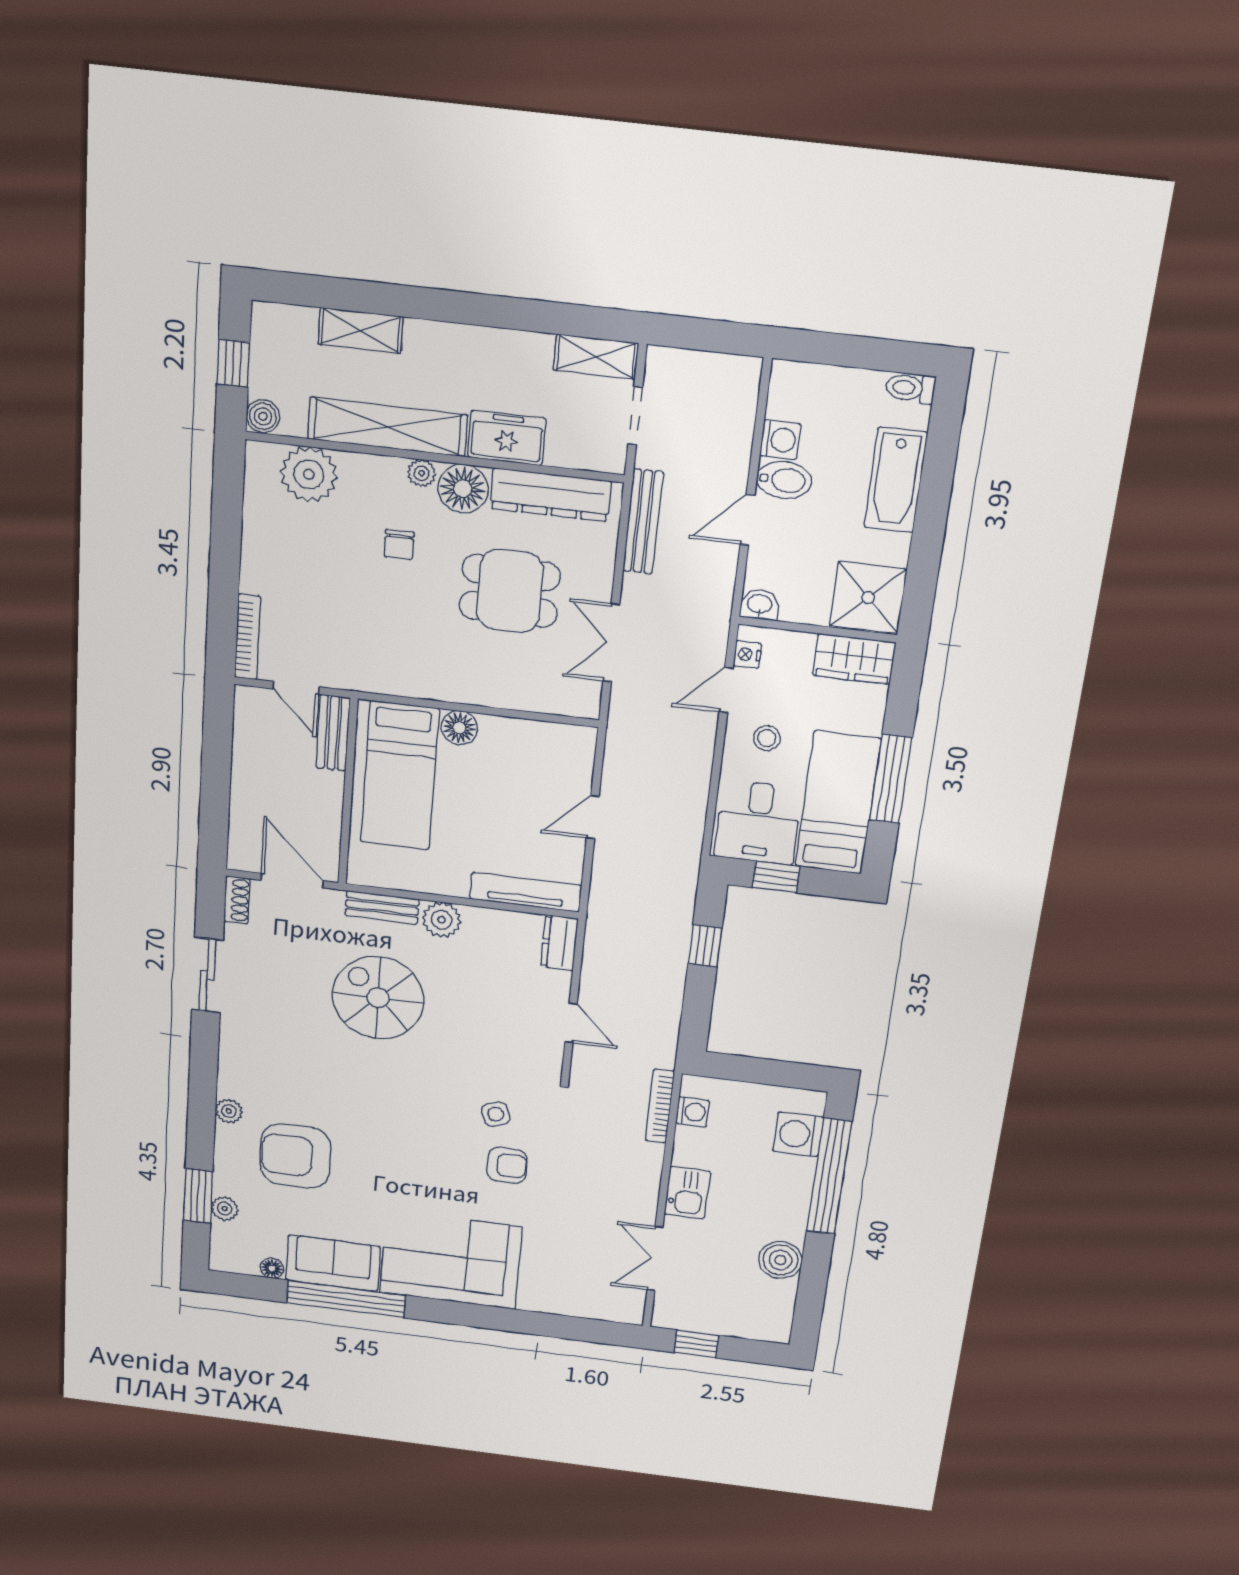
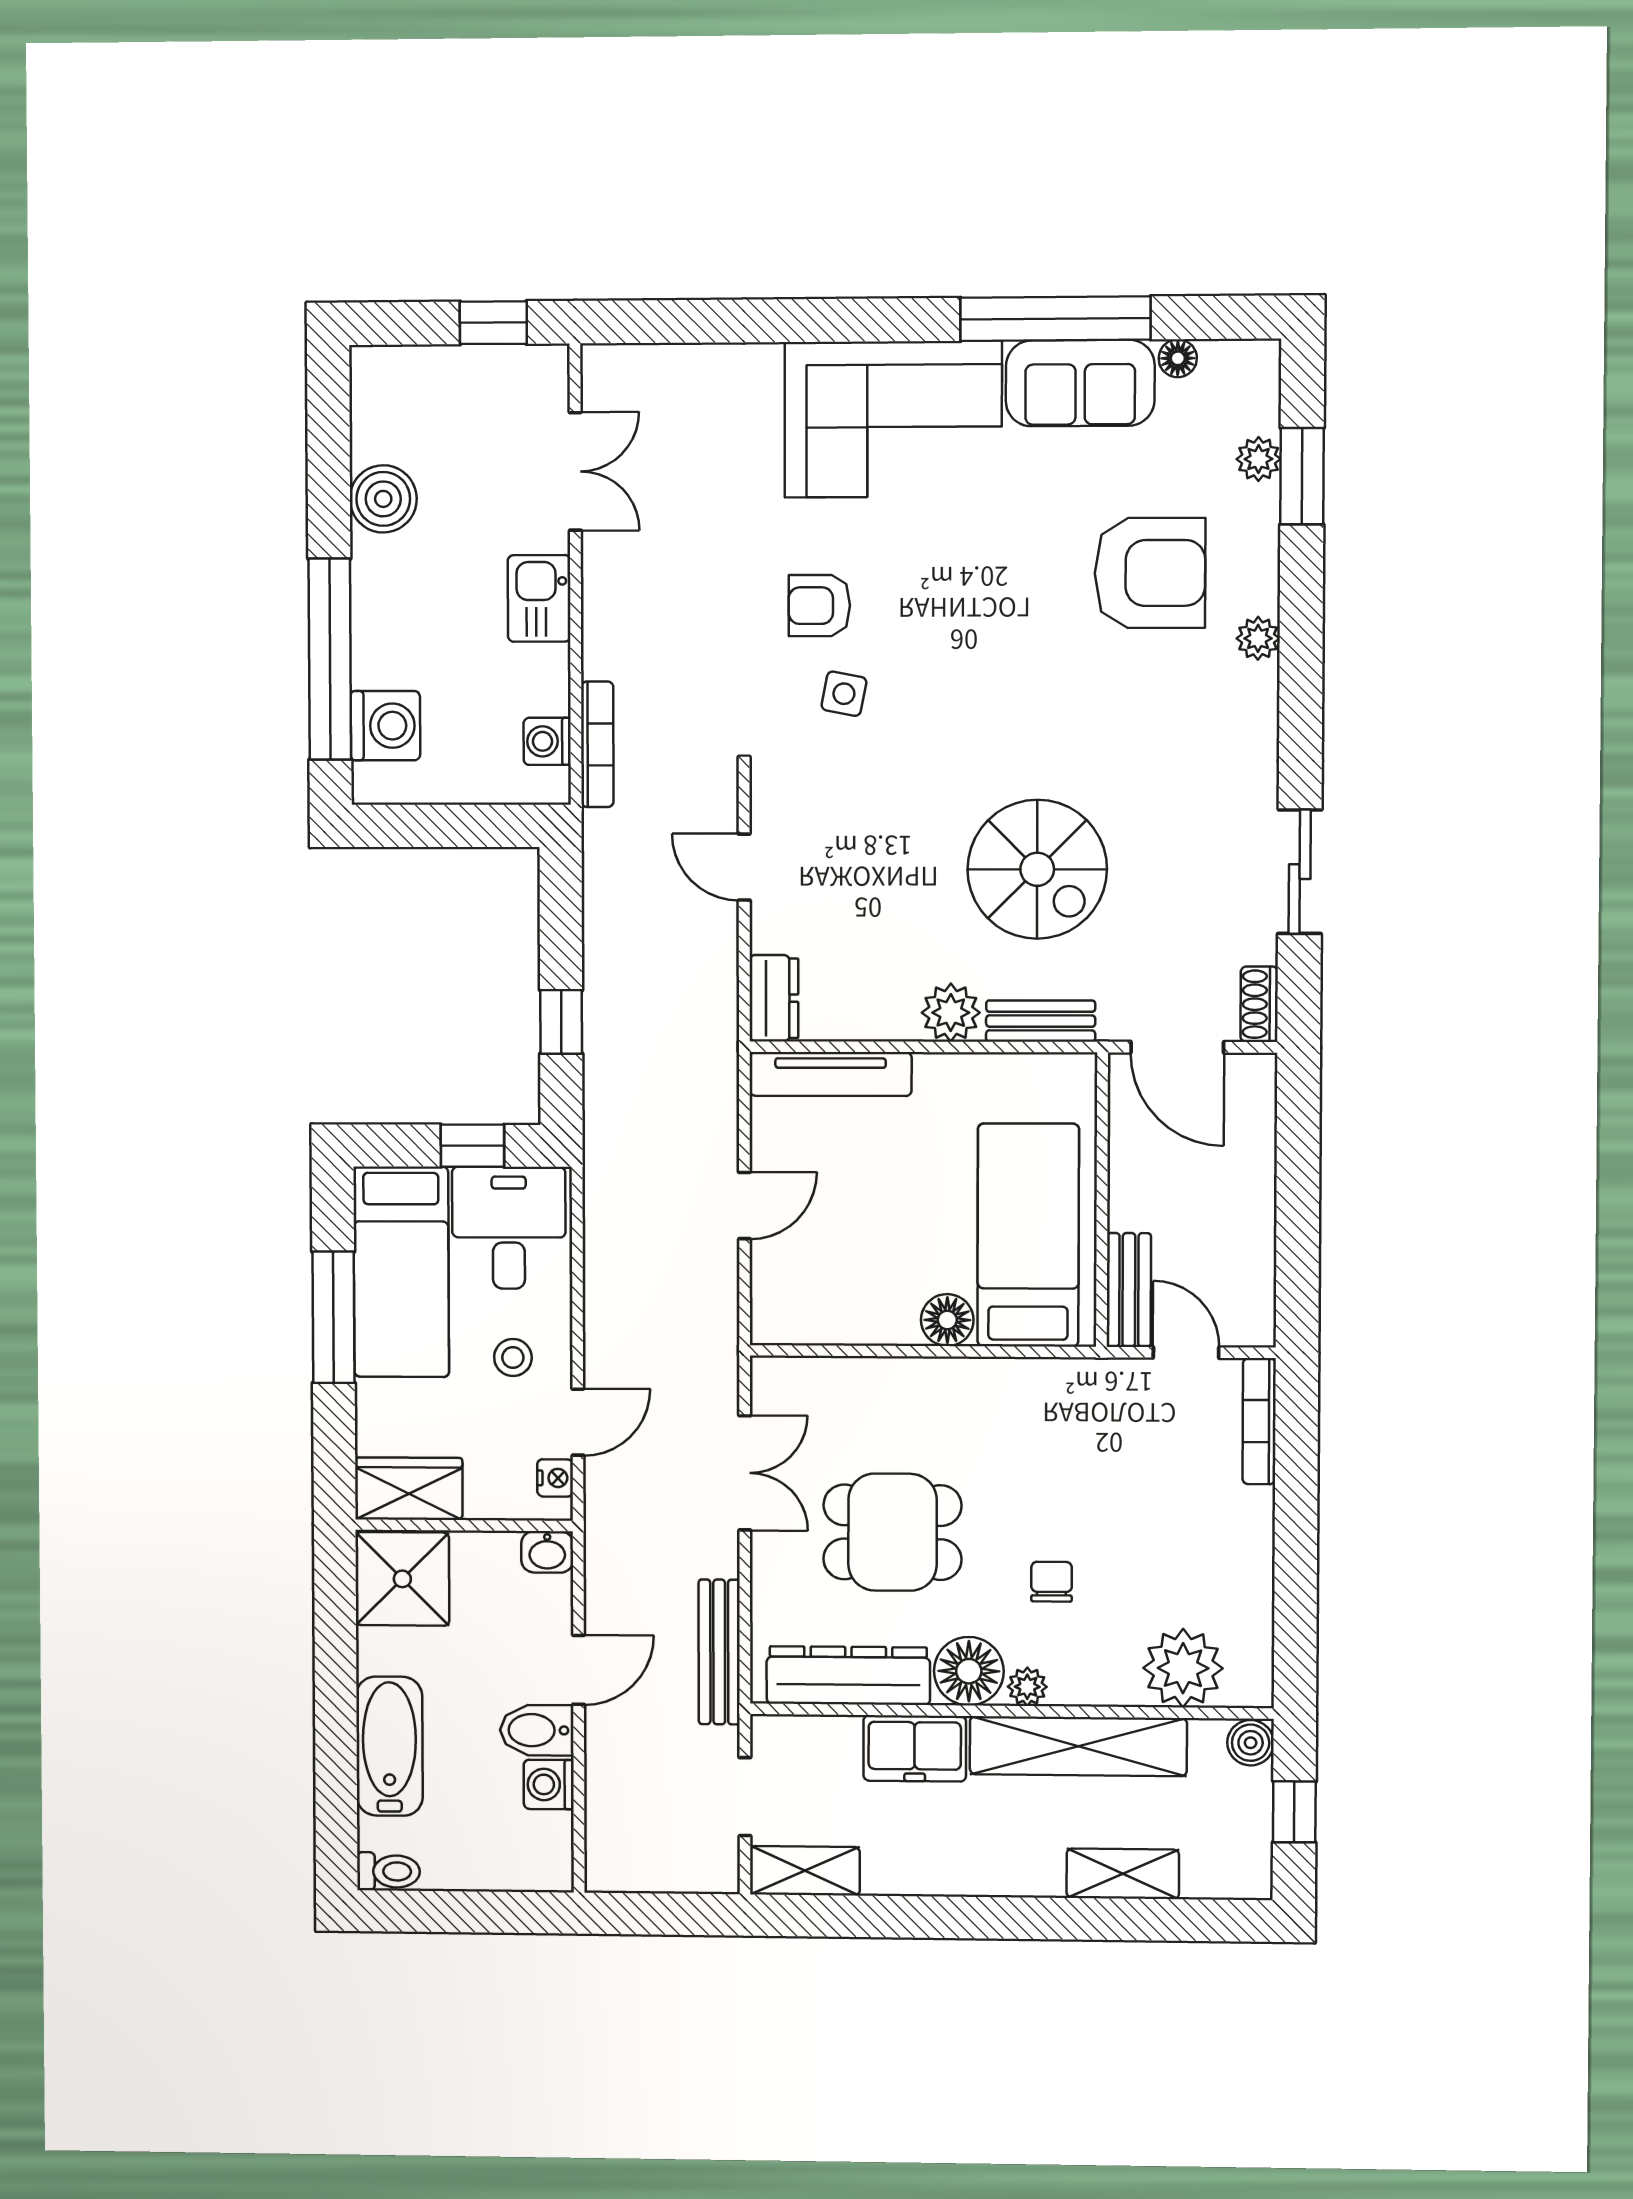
side table: (496, 1114) -> (844, 694), turned 32

